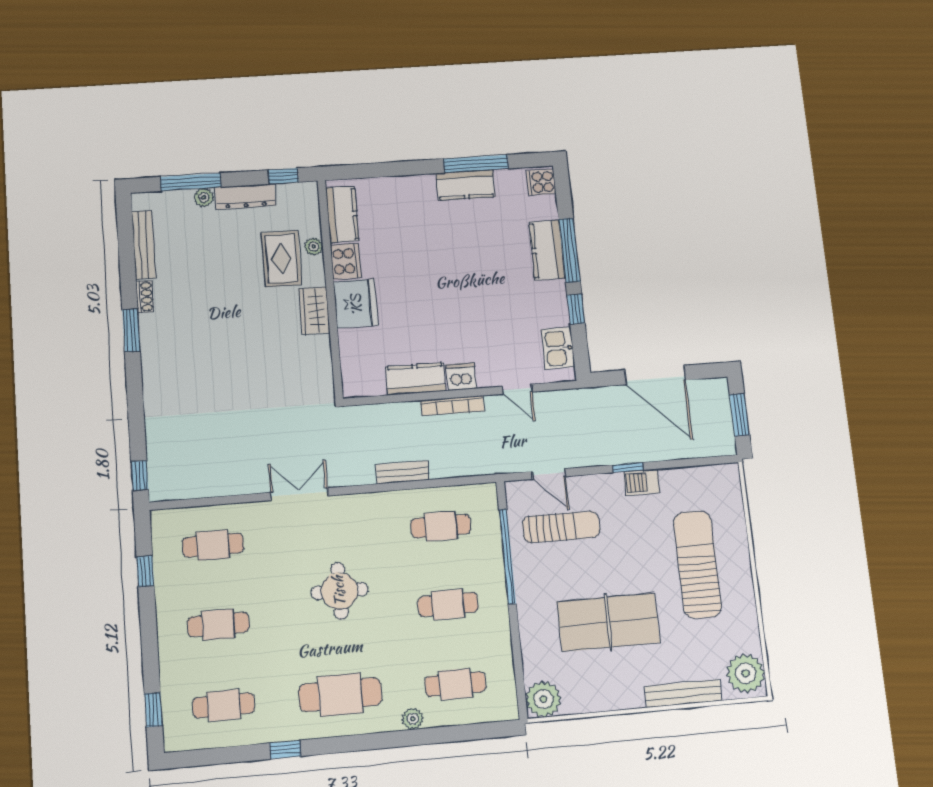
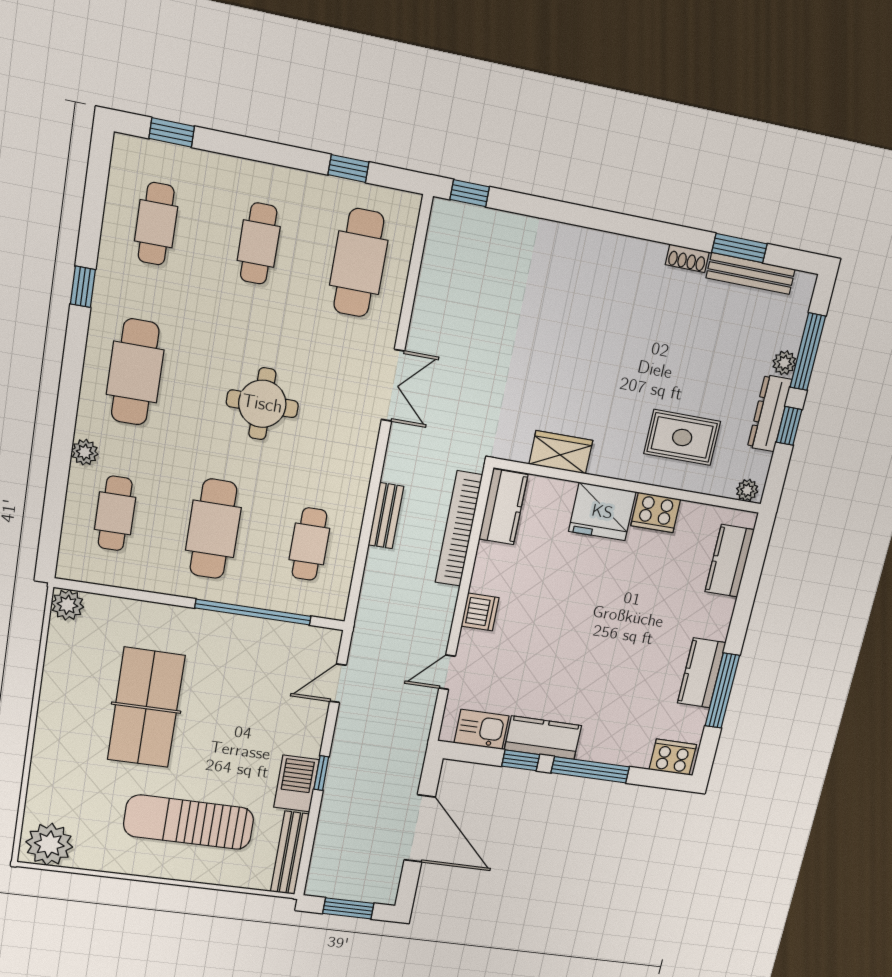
window: (283, 176) -> (789, 426), moved
cooker: (541, 182) -> (673, 757), width x1.36
kitchen counter: (342, 214) -> (729, 561), moved, turned 90
plant: (314, 247) -> (747, 490), moved
kitchen counter: (547, 250) -> (543, 738), moved
wardrobe: (314, 311) -> (561, 452), moved
window: (131, 330) -> (739, 248), moved
door: (655, 375) -> (420, 829), swing flipped
kitchen counter: (416, 379) -> (503, 507), moved
bookcase: (452, 406) -> (459, 529), moved, width x1.48, depth x1.31
barbecue: (642, 482) -> (296, 784), width x1.38, depth x1.27
sun lounger: (561, 527) -> (272, 682), removed
cafe table: (213, 545) -> (359, 263), width x1.37, depth x1.35
sun lounger: (697, 564) -> (189, 822), turned 180
cafe table: (448, 604) -> (213, 529), width x1.37, depth x1.35
bench: (683, 693) -> (290, 853), moved
plant: (543, 699) -> (67, 605), width x0.73, depth x0.73

